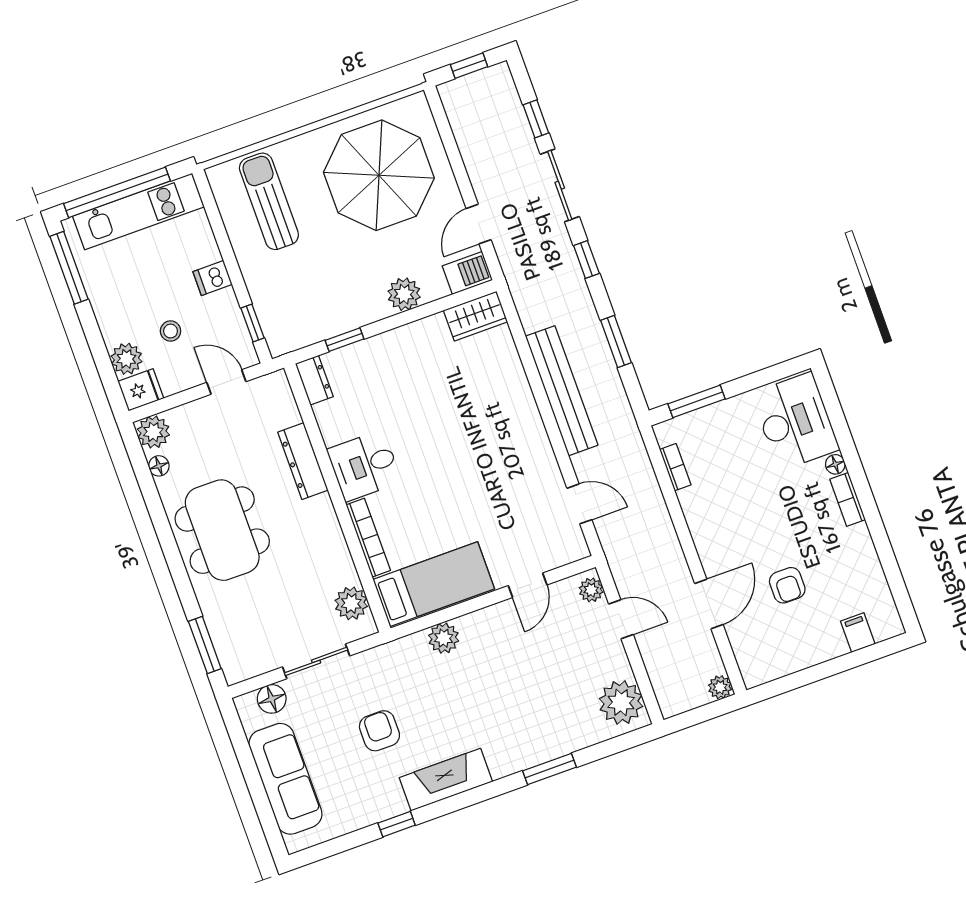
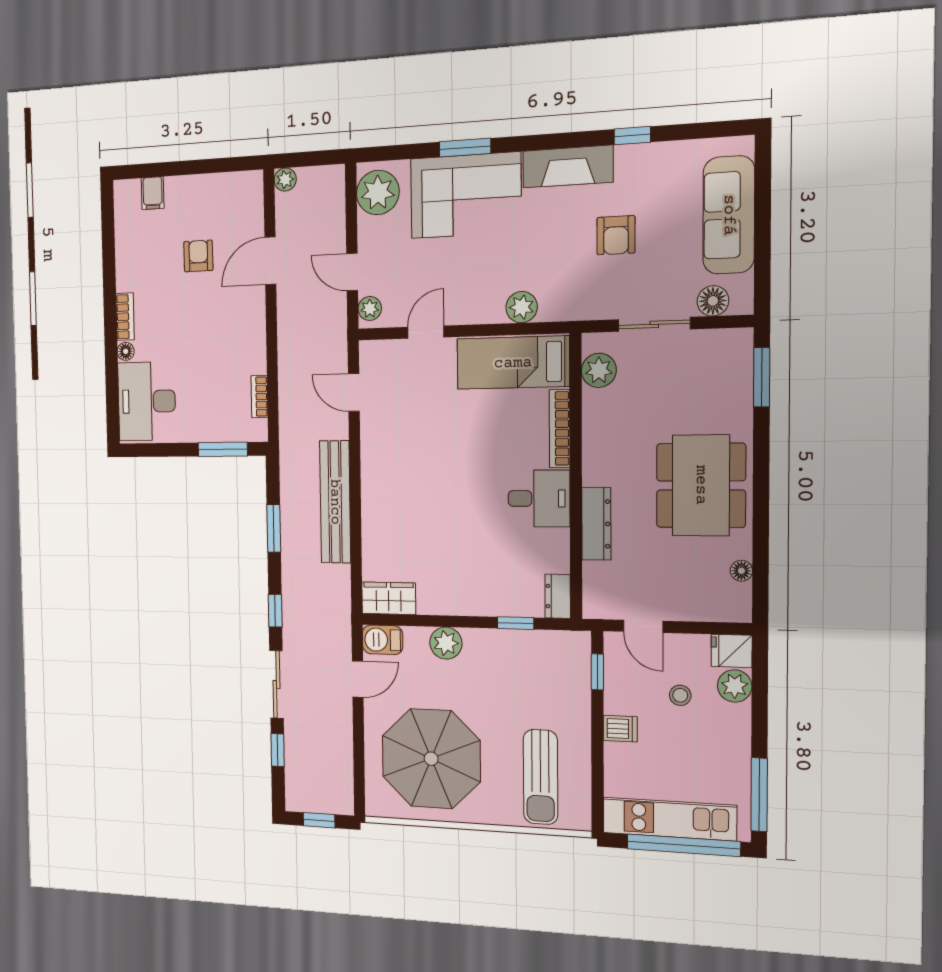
plant: (153, 432) -> (734, 606), removed
corner sofa: (534, 725) -> (466, 195), added

